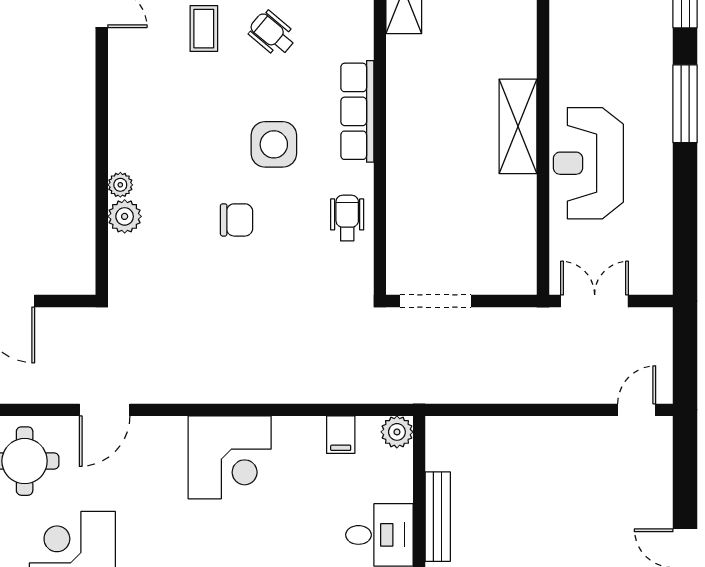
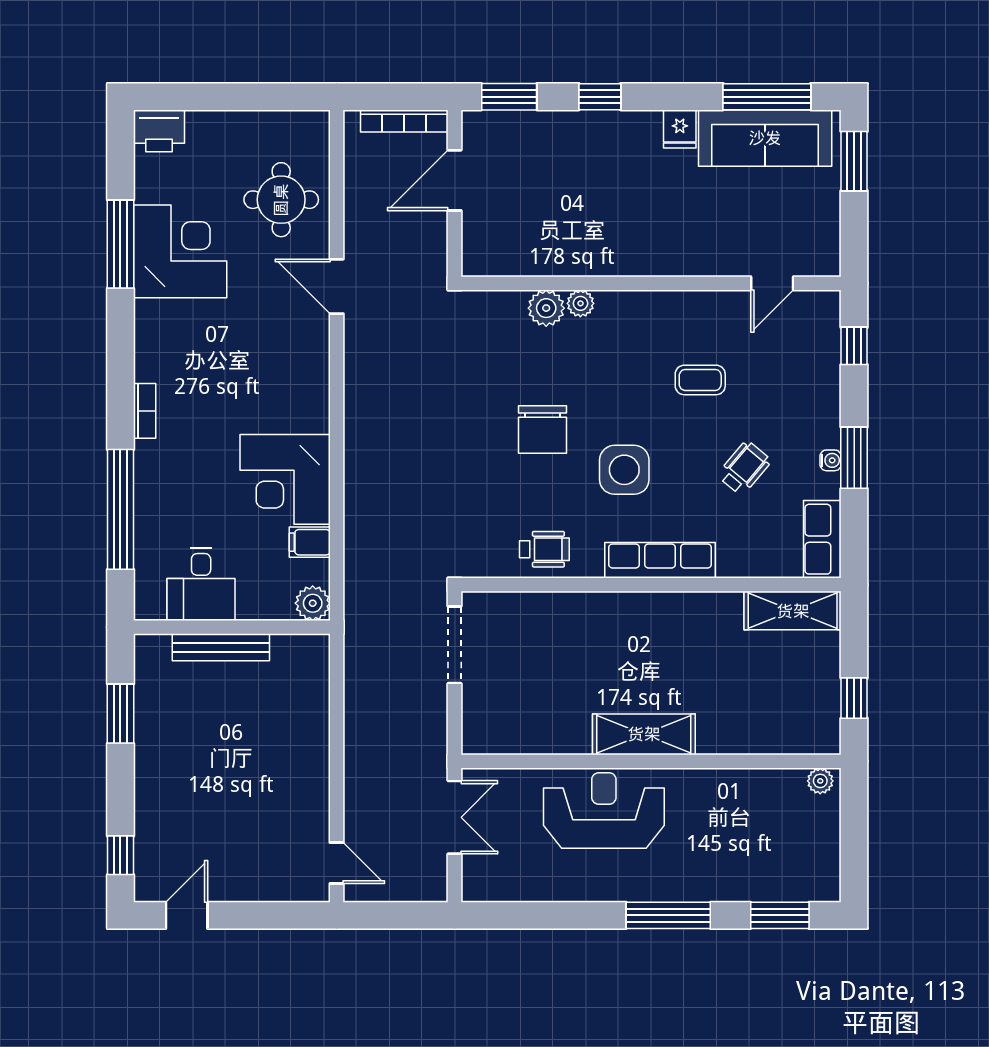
coffee table: (204, 29) -> (700, 380), moved
chair: (237, 220) -> (542, 429), width x1.37, depth x1.37
corner desk: (230, 457) -> (285, 479), moved

